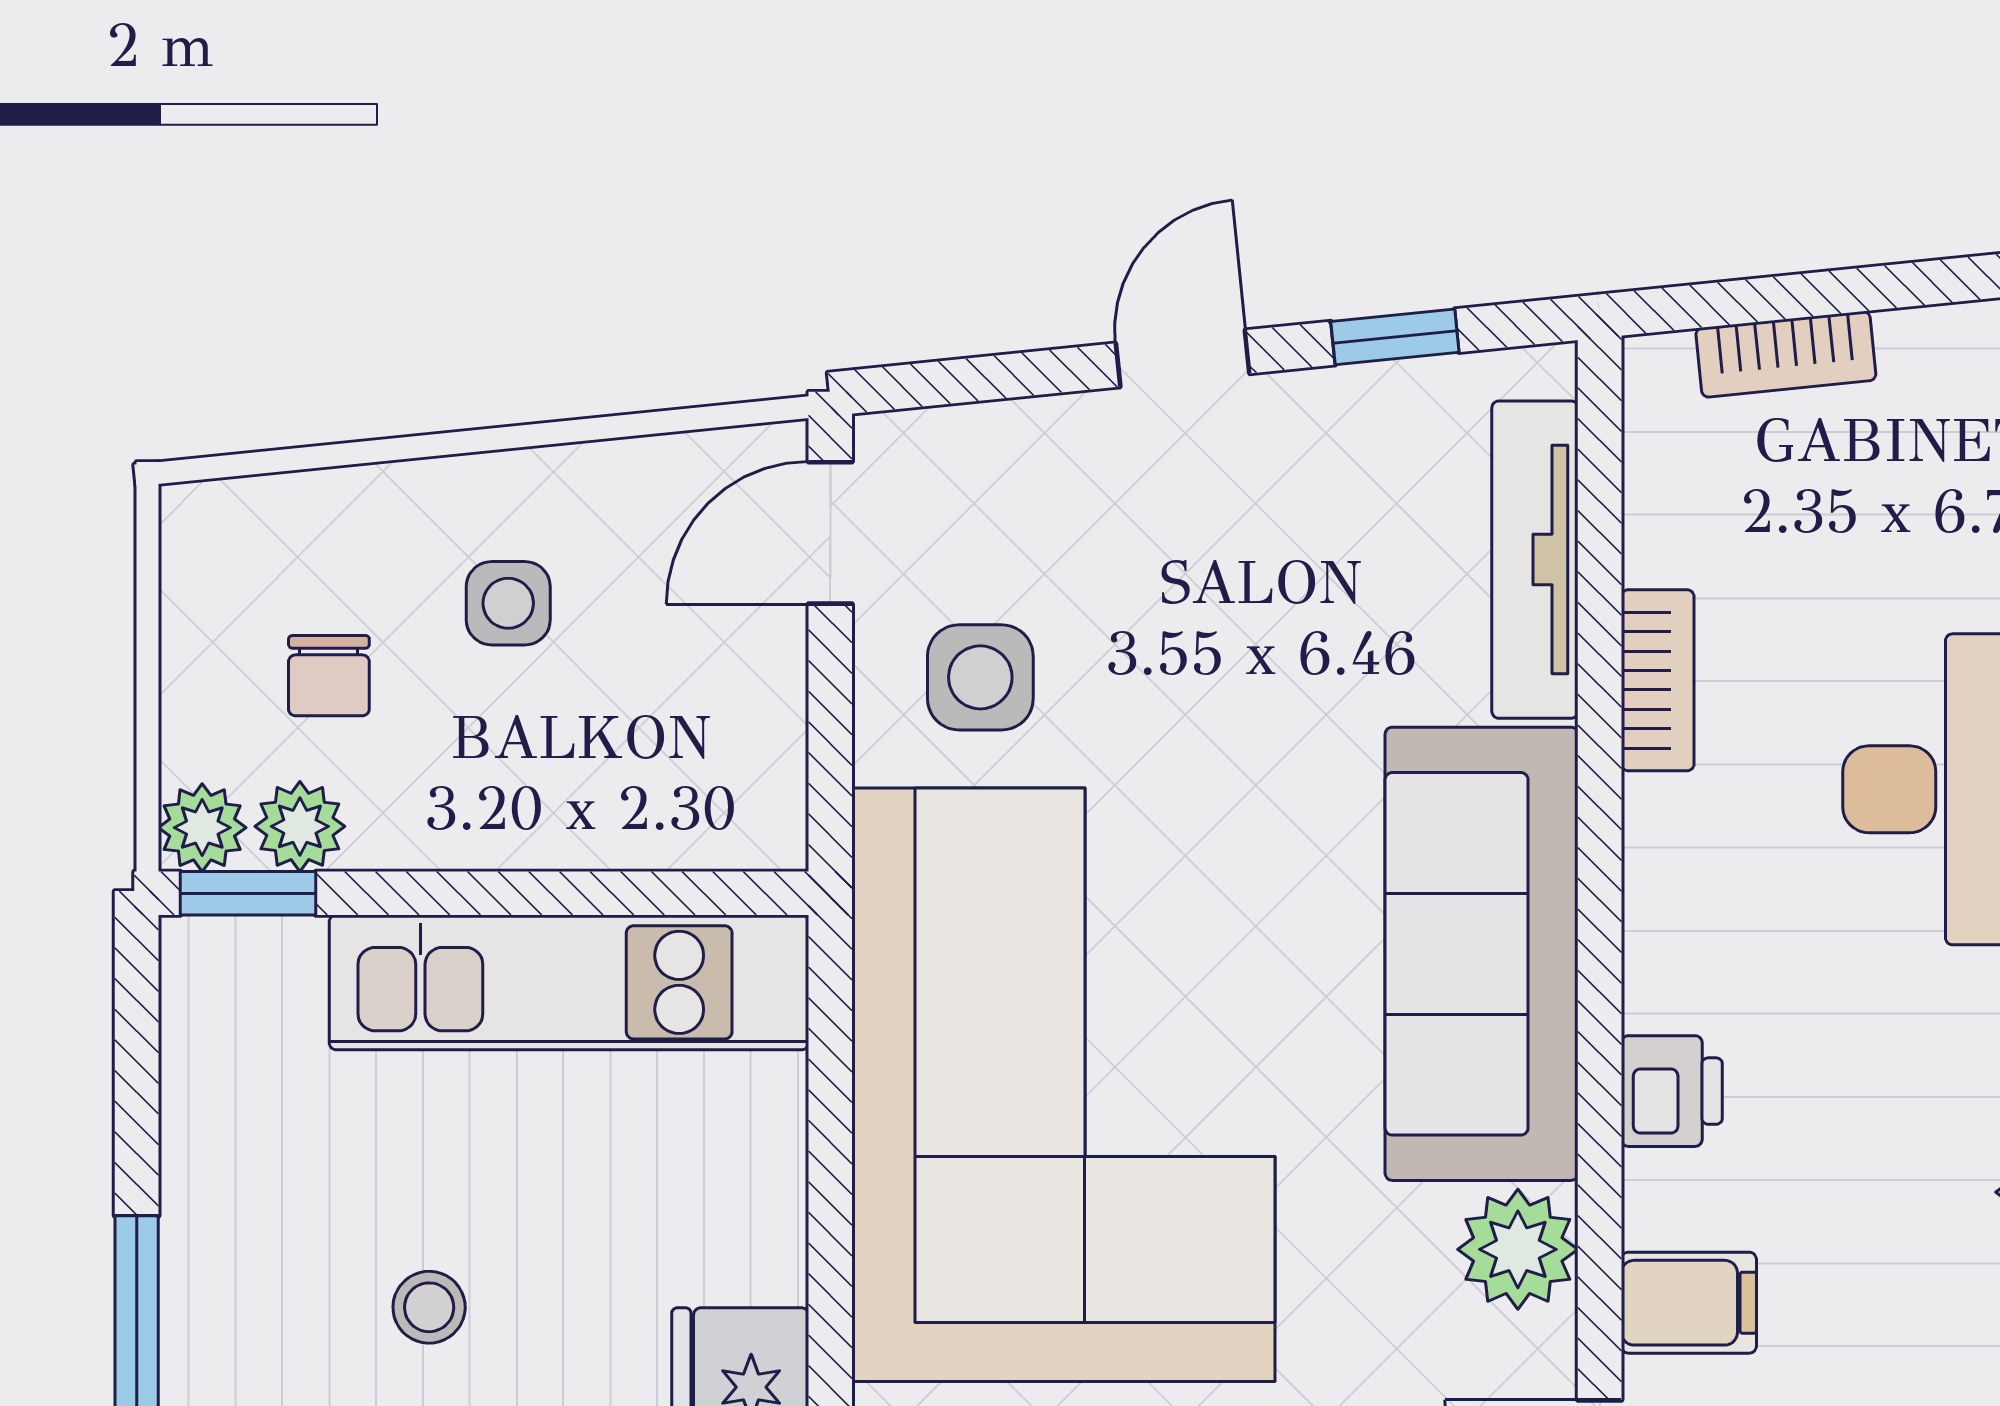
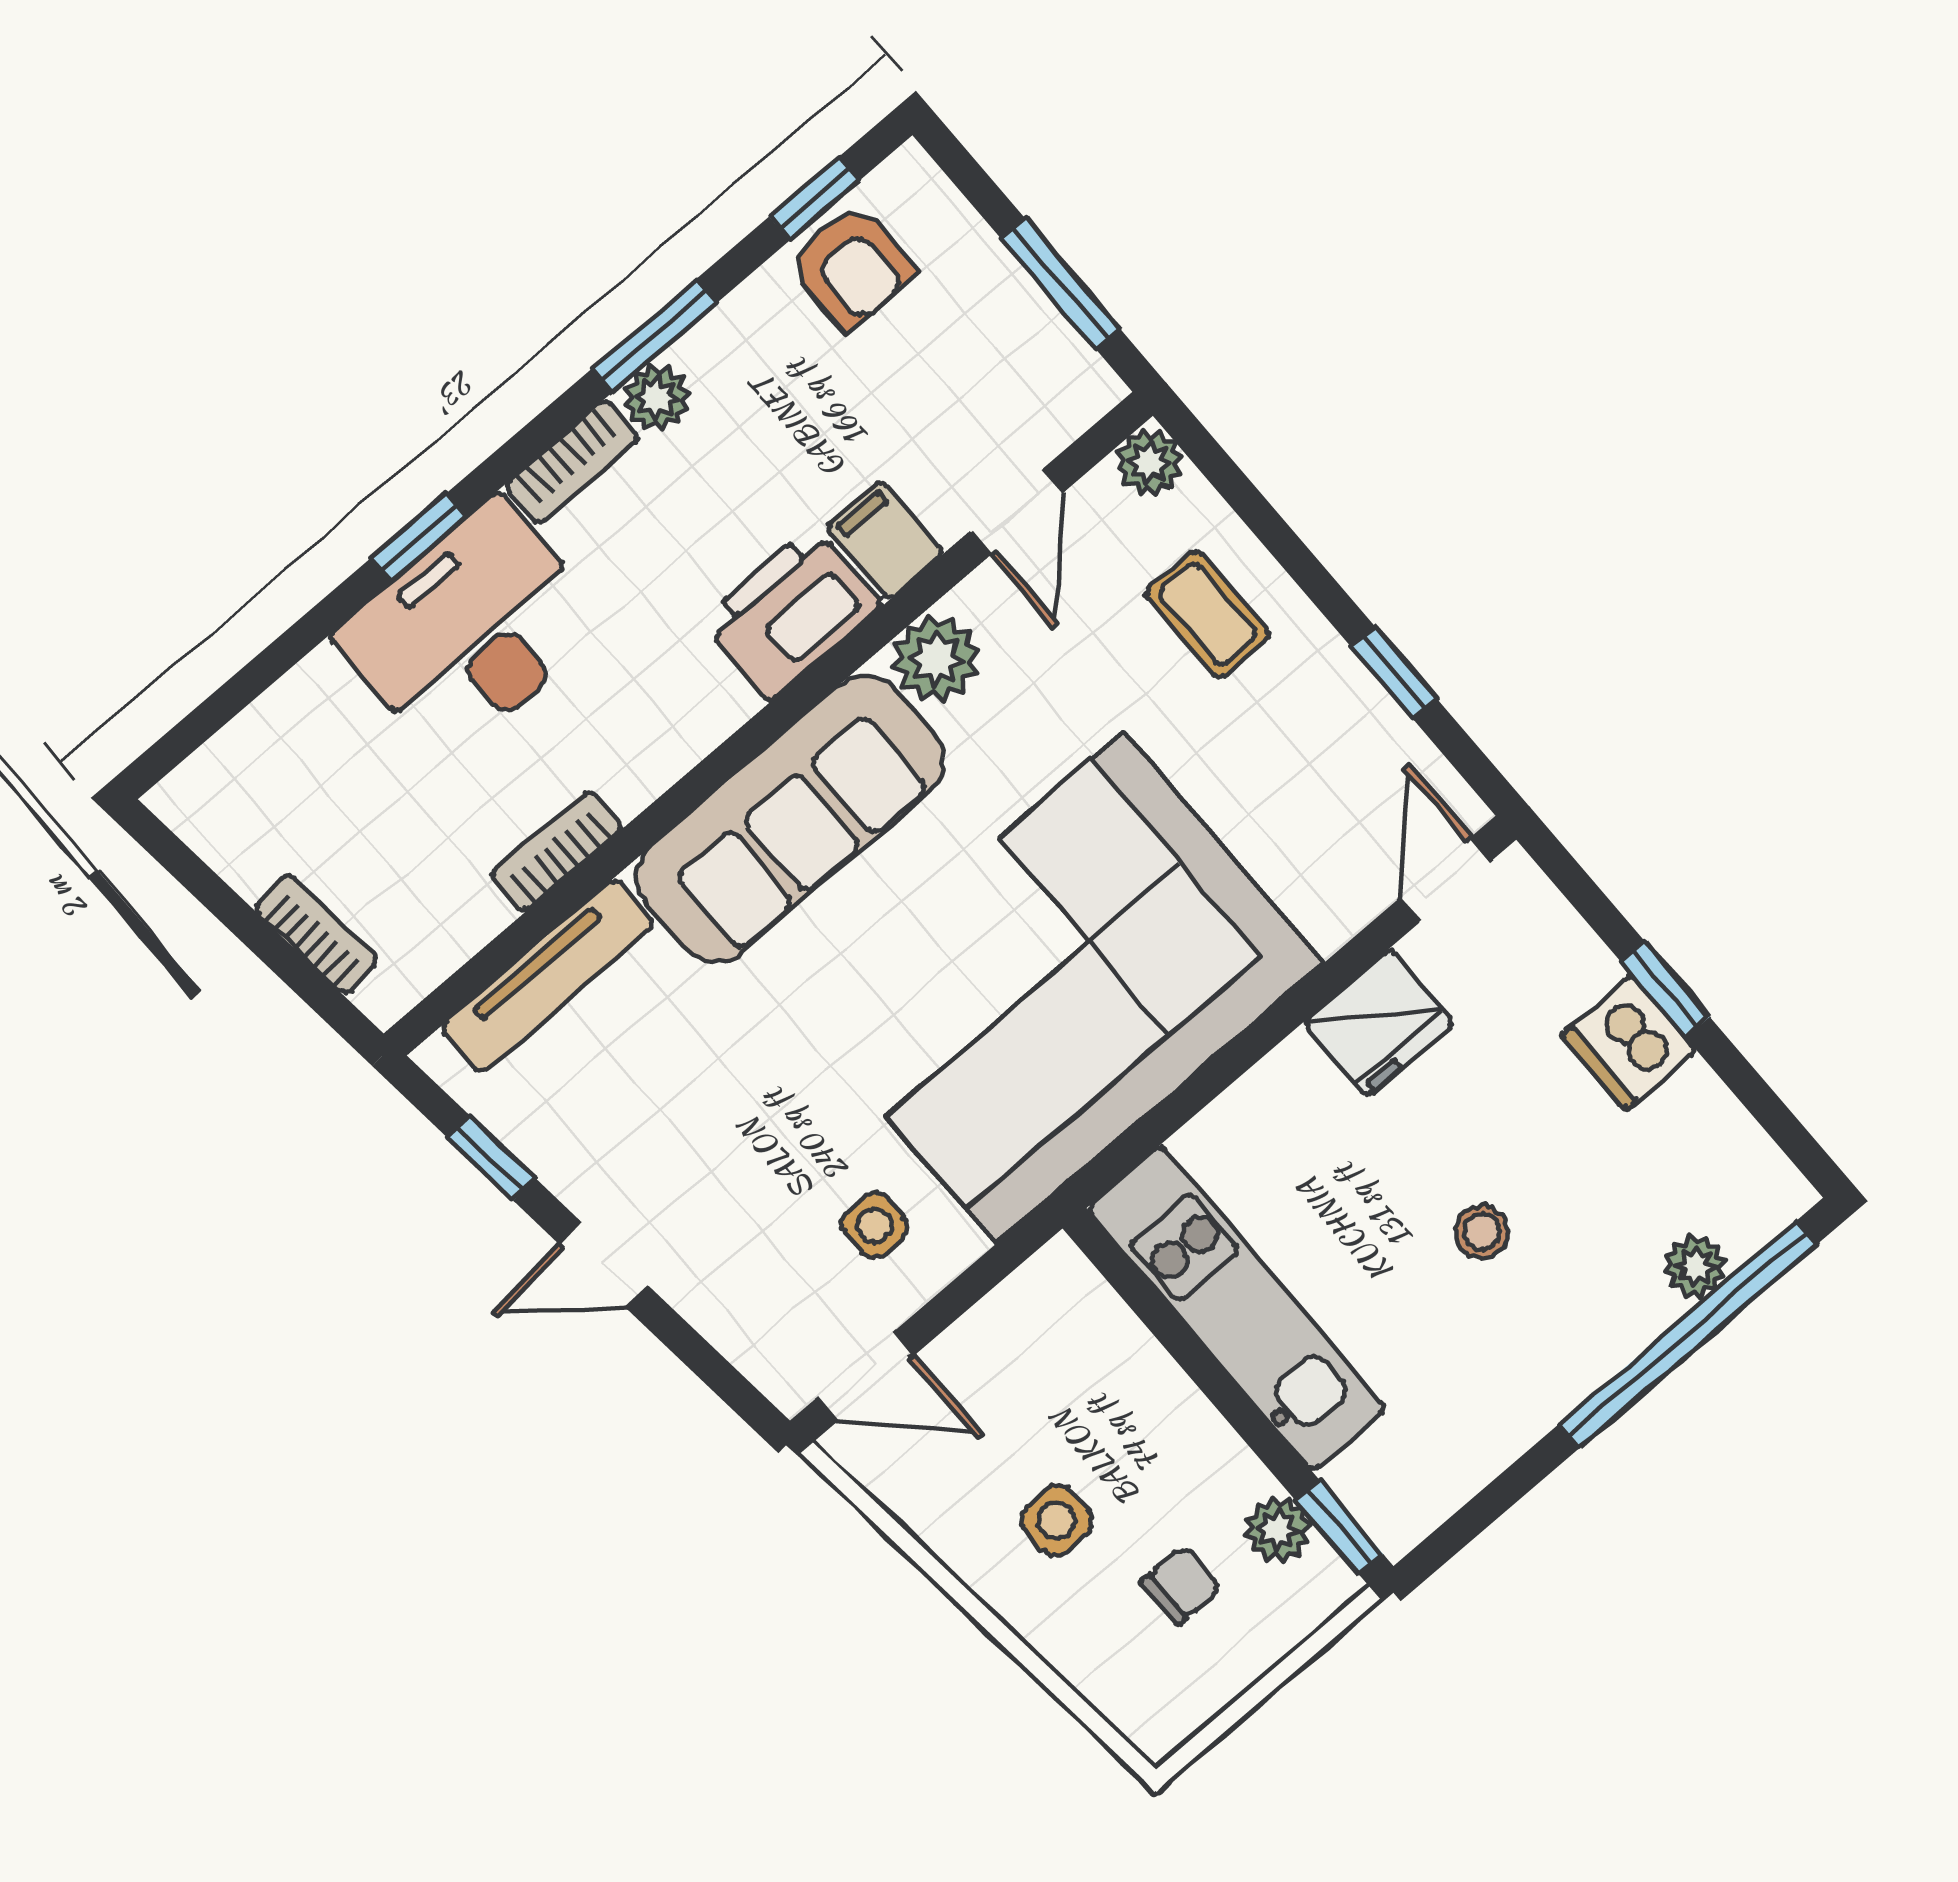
side table: (980, 677) -> (874, 1225), width x0.73, depth x0.73
plant: (202, 828) -> (1325, 1583), removed
printer: (1672, 1091) -> (791, 613), width x1.87, depth x1.48

